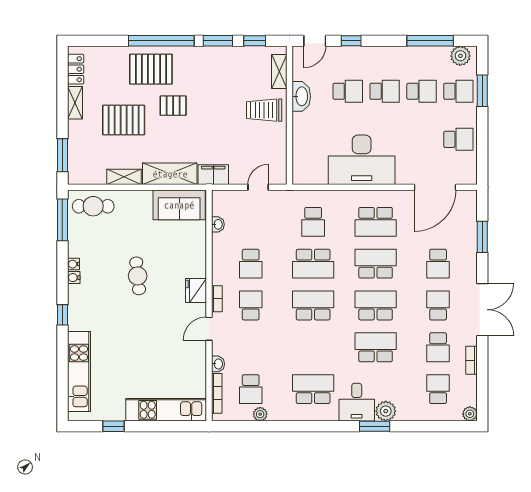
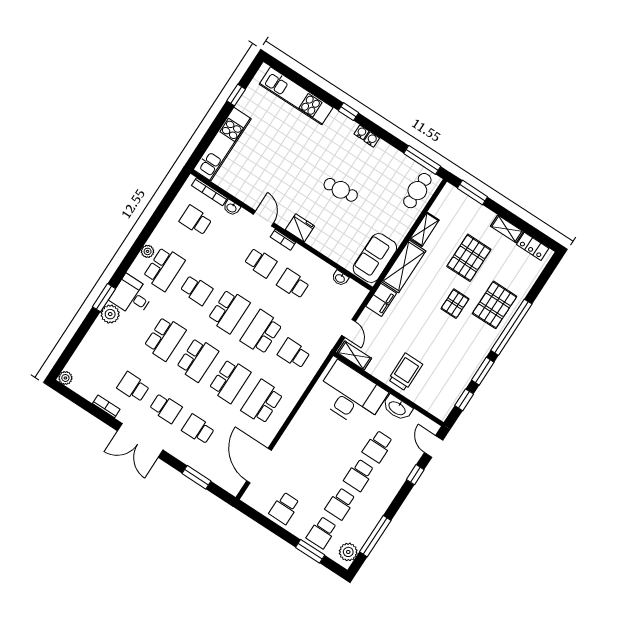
shelving: (279, 72) -> (354, 355), moved
desk: (362, 160) -> (351, 395), moved, turned 90
water cooler: (74, 264) -> (361, 132), moved
school desk: (438, 389) -> (196, 290), moved
plant: (260, 414) -> (148, 251), moved

